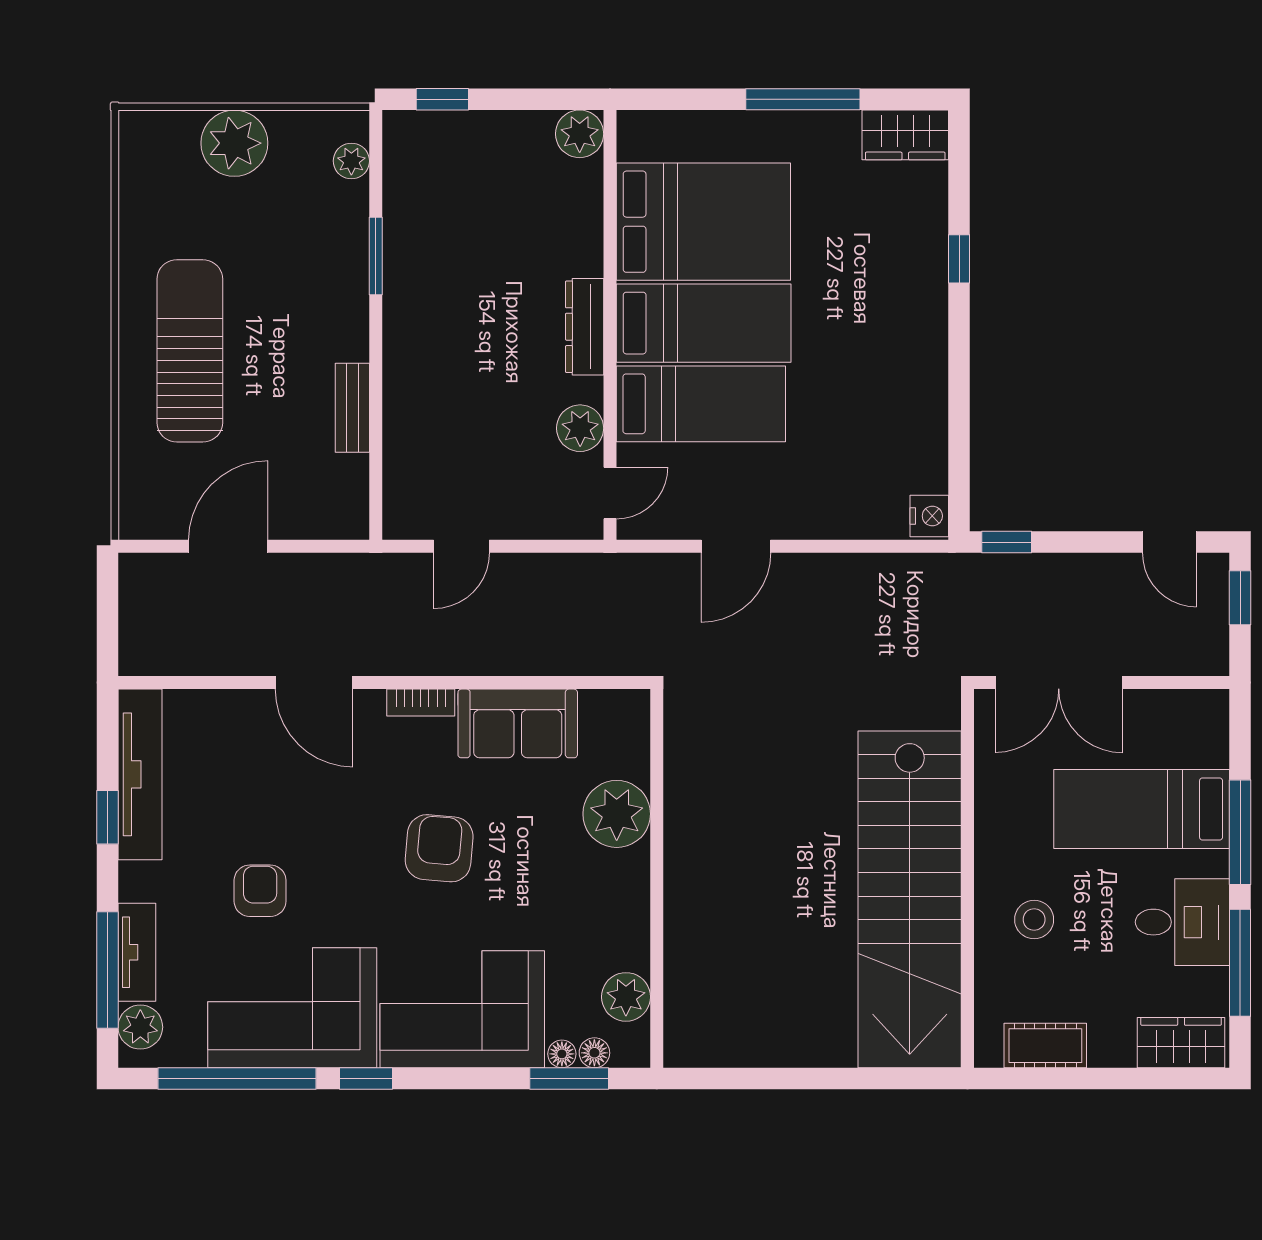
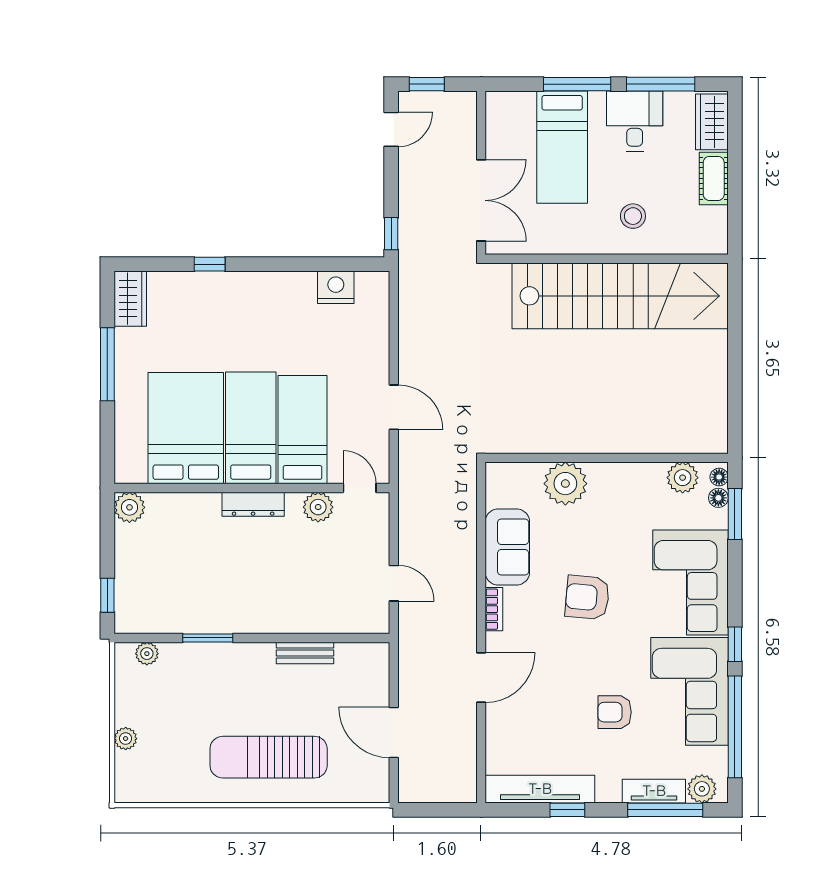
plant: (234, 143) -> (126, 739), width x0.53, depth x0.53
nightstand: (929, 516) -> (336, 287), moved, width x1.36, depth x1.33
cot: (1045, 1046) -> (714, 178), moved
floor lamp: (562, 1054) -> (719, 477), moved

